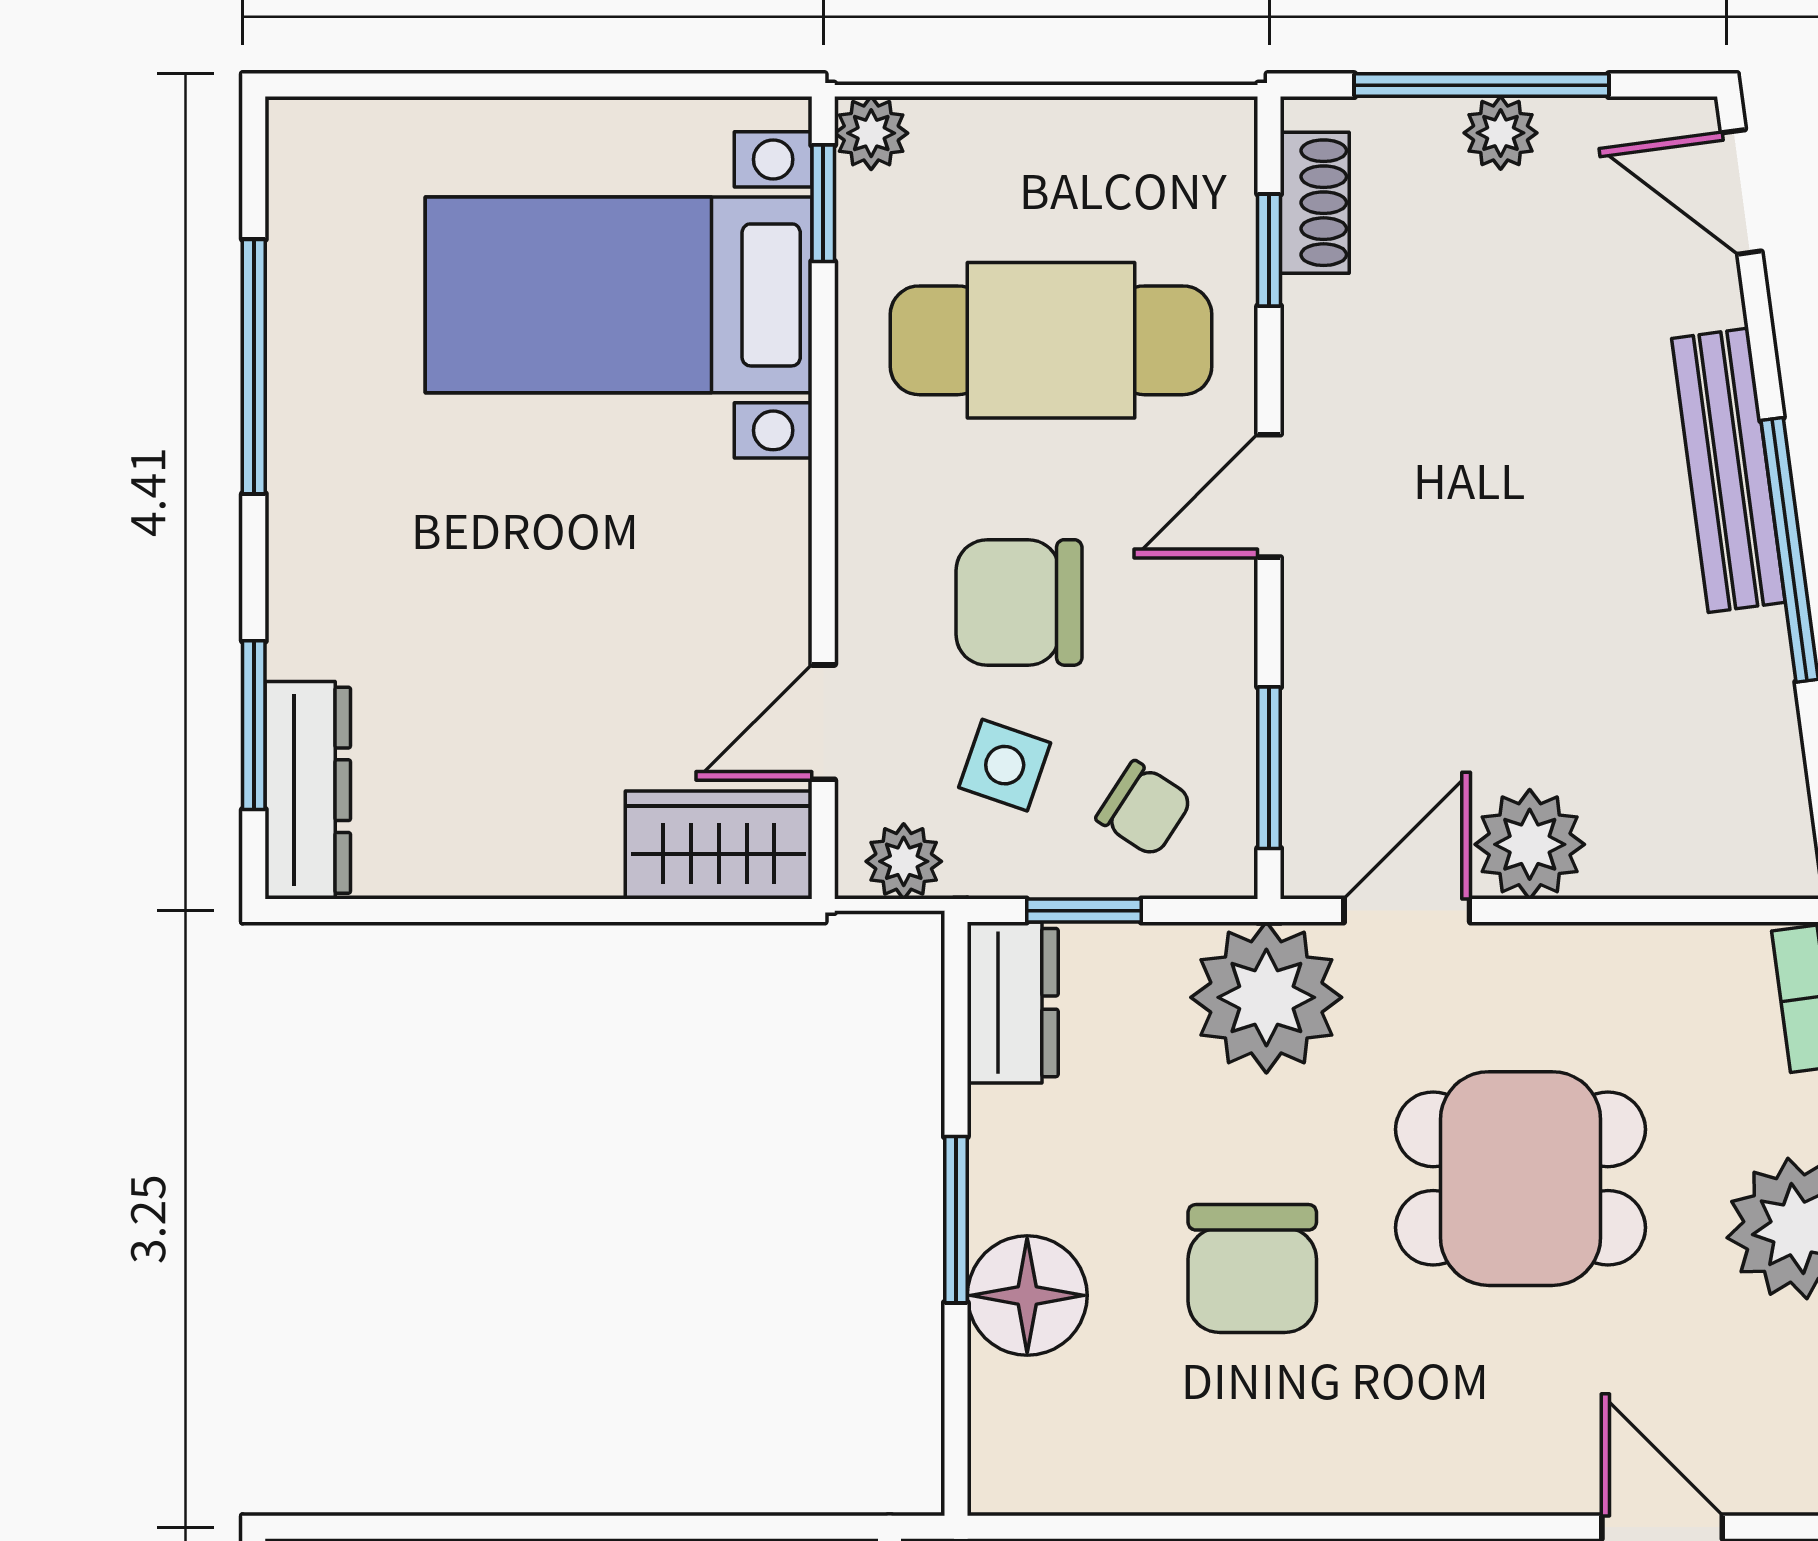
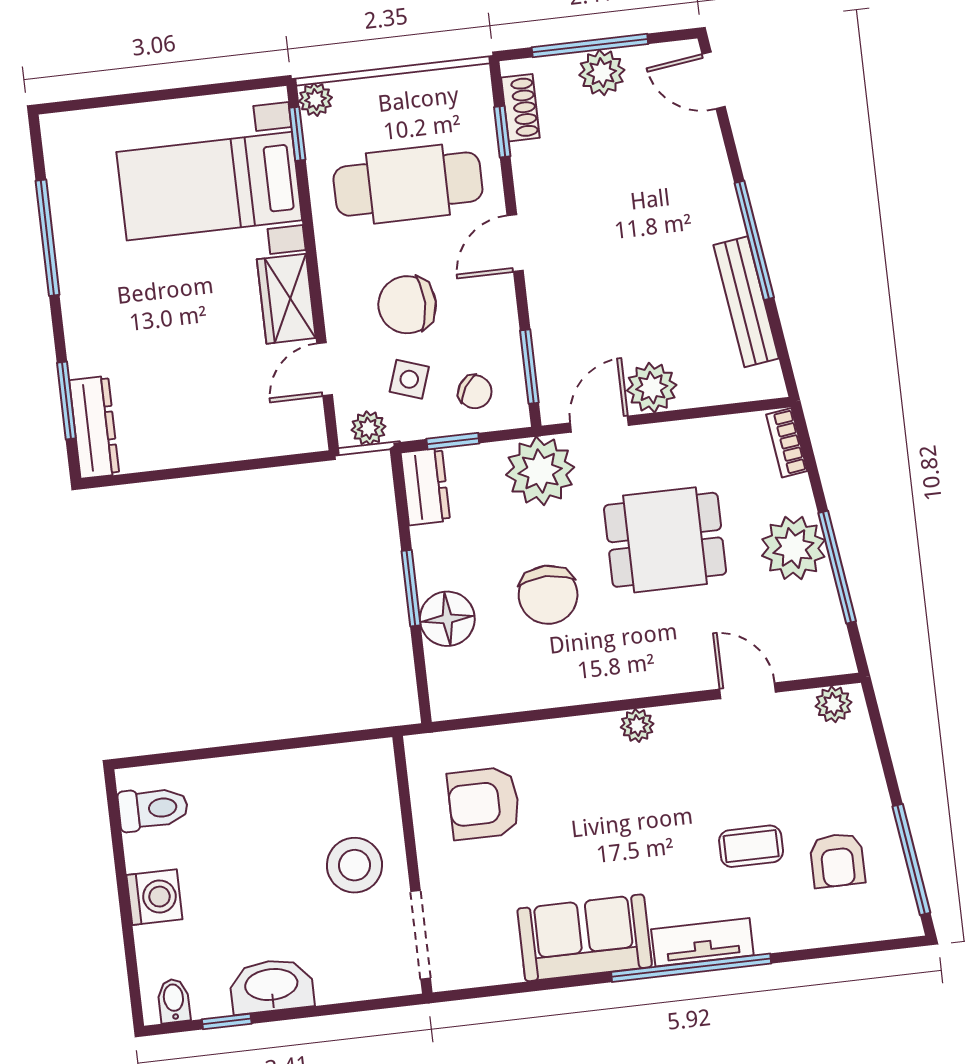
plant: (1501, 133) -> (602, 73), width x1.38, depth x1.38
bench: (1728, 470) -> (746, 302), moved
wardrobe: (719, 845) -> (286, 299), moved, turned -90

